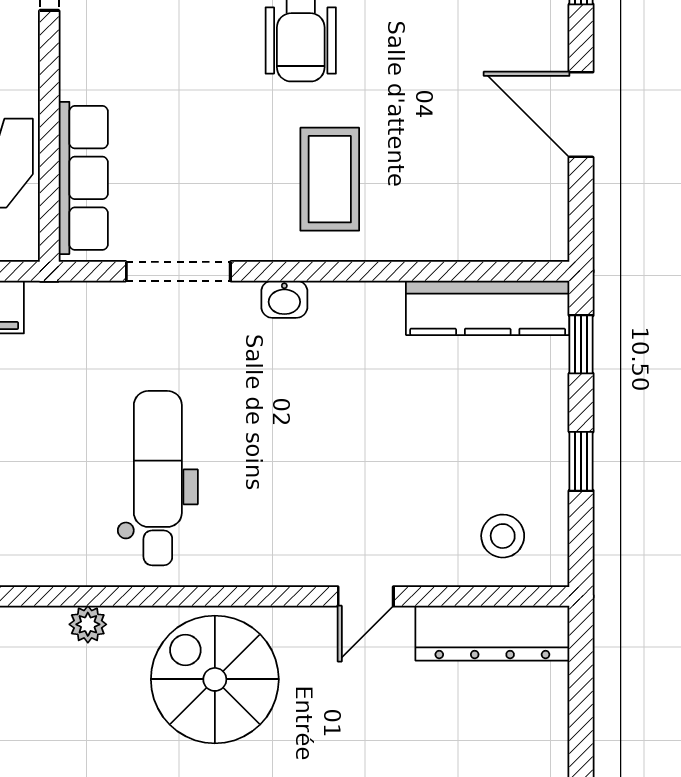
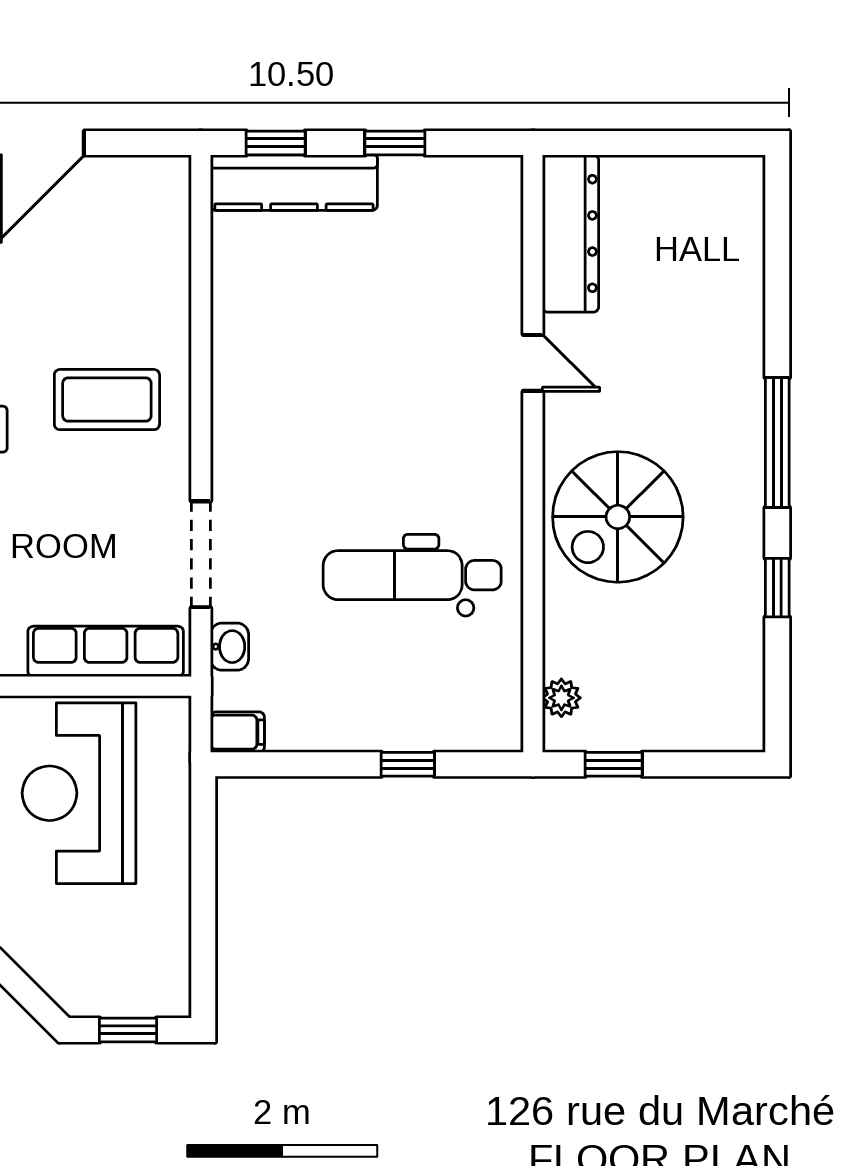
washbasin: (284, 299) -> (229, 647), moved
kitchen counter: (488, 308) -> (294, 183), moved, turned 90
stool: (503, 536) -> (471, 223), removed
plant: (88, 624) -> (561, 698), moved

